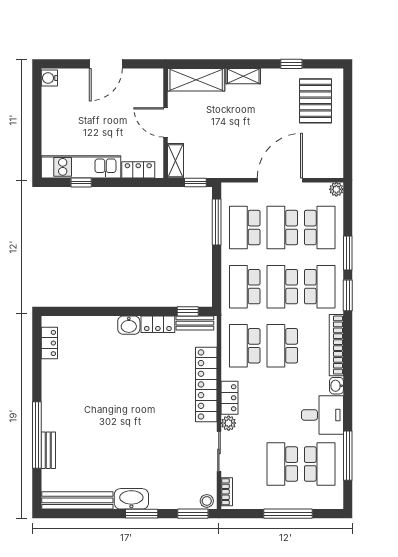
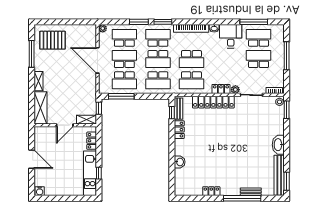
window: (291, 64) -> (32, 54), width x2.17
school desk: (282, 228) -> (124, 59), turned 180
washbasin: (129, 325) -> (180, 162), moved
locker: (49, 343) -> (211, 191), moved
school desk: (282, 464) -> (259, 59), turned 180
window: (142, 514) -> (287, 181), moved

